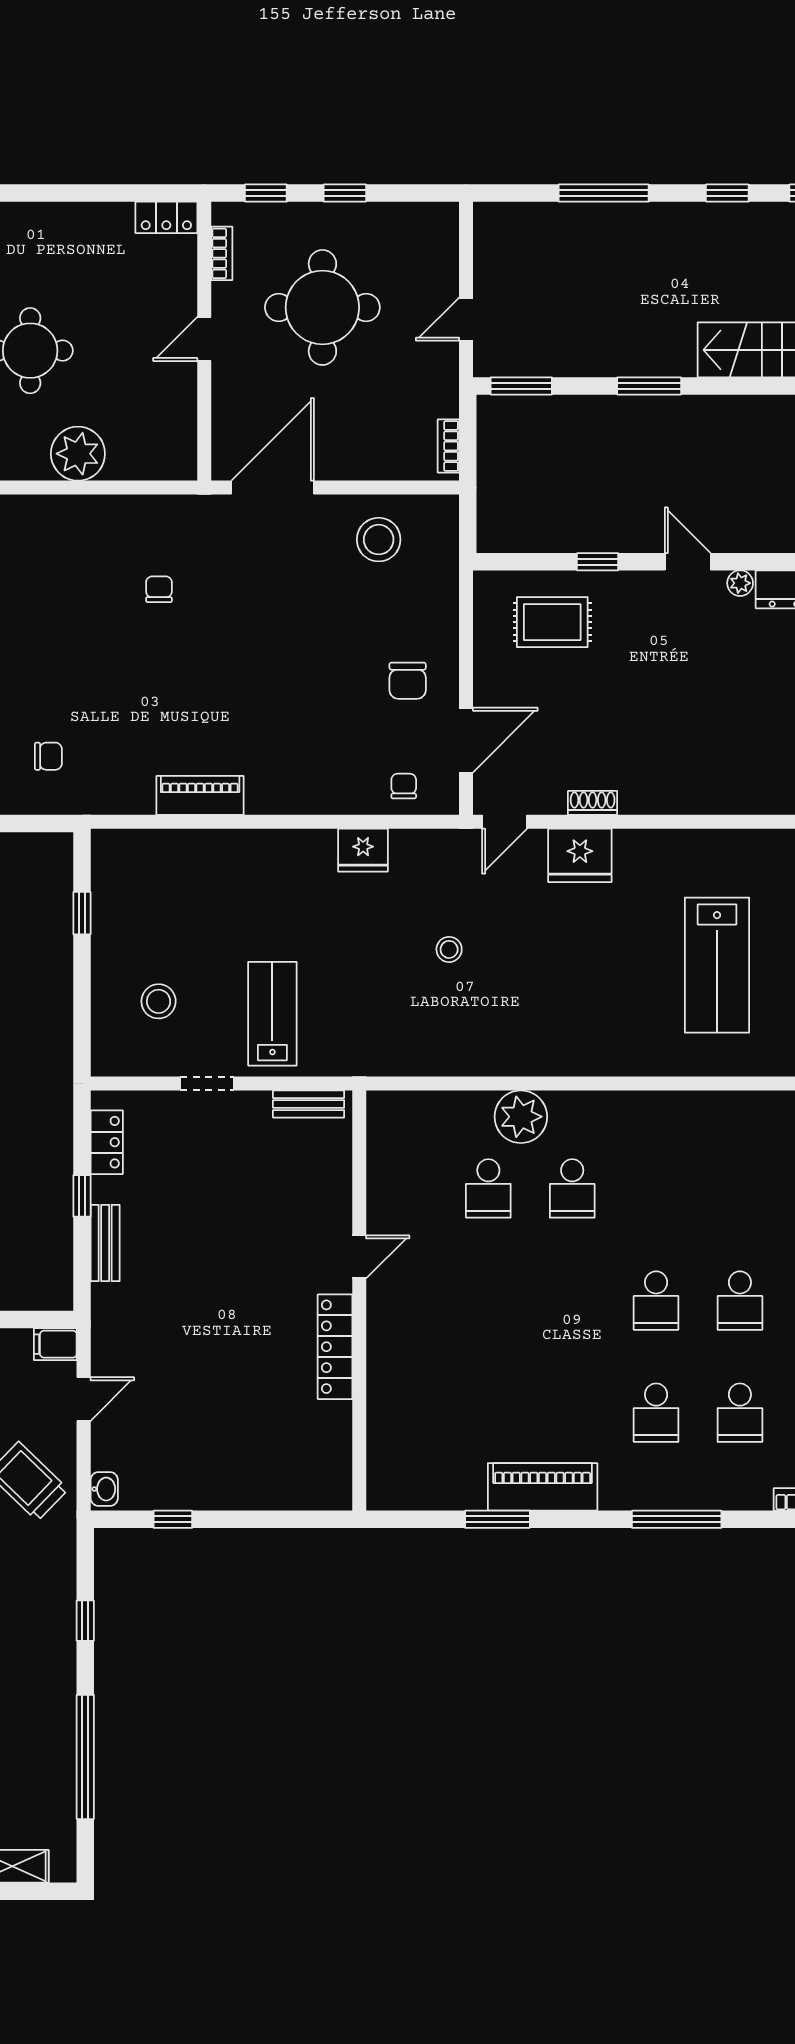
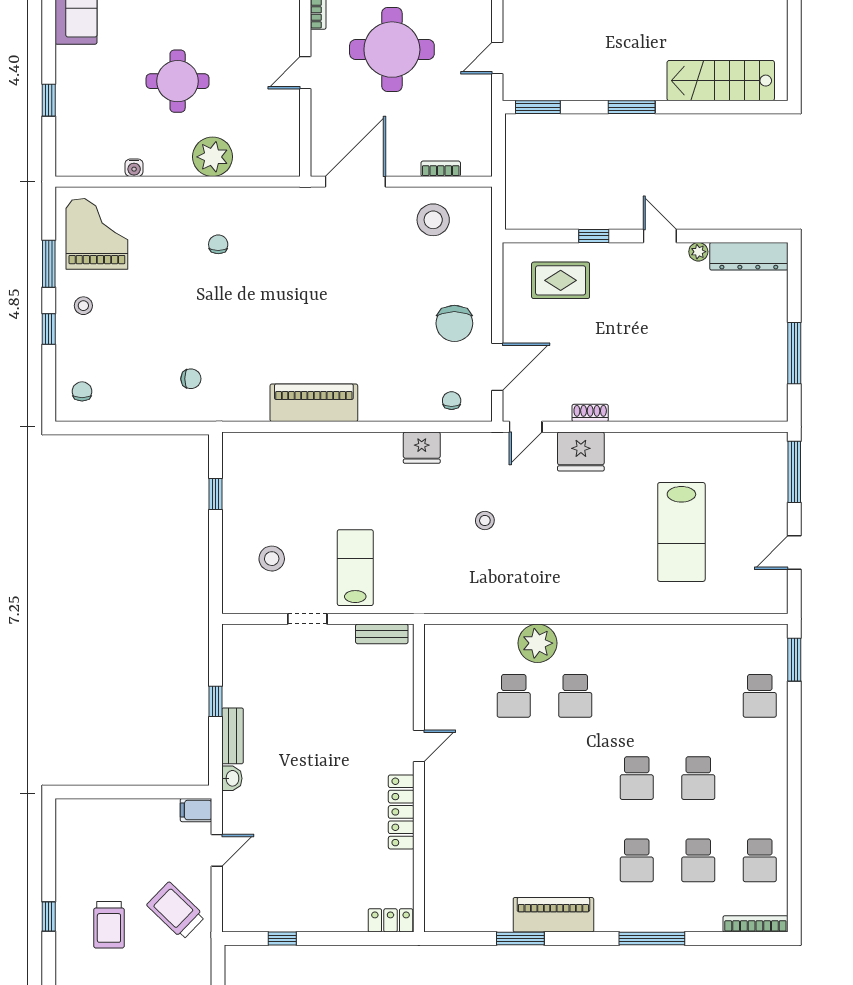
bookcase: (448, 446) -> (441, 169), moved, turned 90
chair: (159, 589) -> (218, 244), moved
chair: (408, 681) -> (454, 323), width x1.37, depth x1.37
piano: (200, 795) -> (314, 403), width x1.37, depth x1.33
locker: (107, 1142) -> (390, 920), moved, turned -90
washbasin: (104, 1489) -> (232, 778), moved

